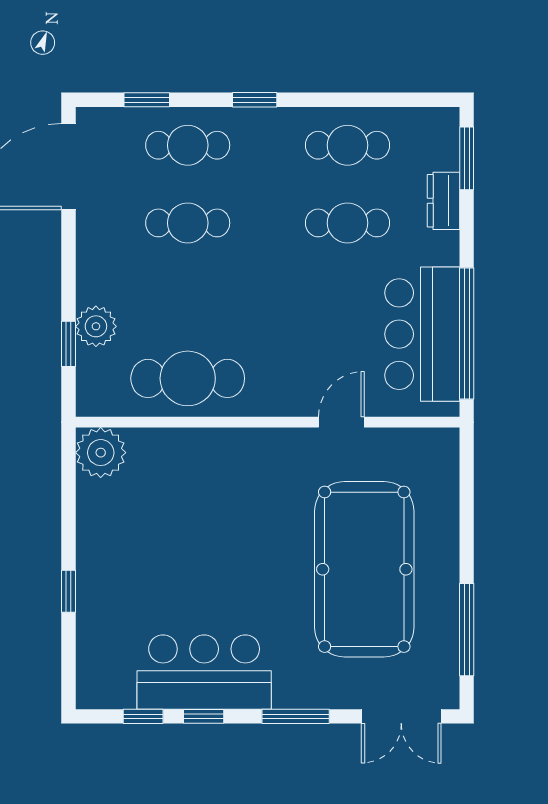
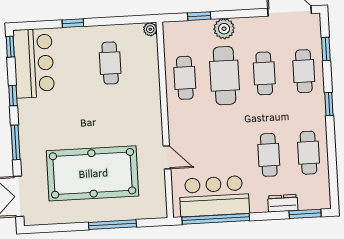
cafe table: (188, 301) -> (225, 76), added
plant: (96, 326) -> (224, 29), moved
cafe table: (188, 378) -> (185, 78), width x0.73, depth x0.74
plant: (101, 453) -> (150, 29), width x0.53, depth x0.53
cafe table: (151, 523) -> (110, 63), added
window: (467, 630) -> (112, 225), moved
bar counter: (204, 672) -> (34, 63), moved
window: (143, 716) -> (10, 47), moved

